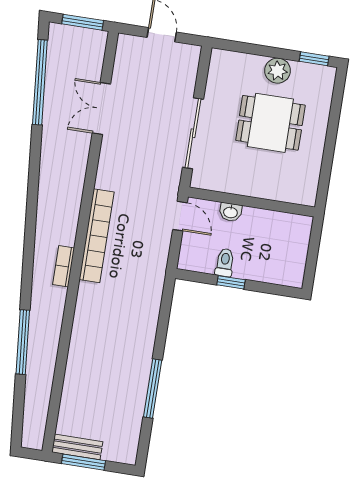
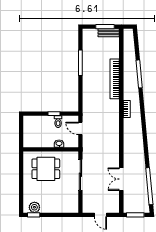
plant: (278, 71) -> (34, 207), moved
double door: (101, 109) -> (121, 179), swing flipped
dining table: (270, 123) -> (46, 169), moved
door: (180, 216) -> (80, 128), moved
bookcase: (97, 236) -> (115, 79), moved

